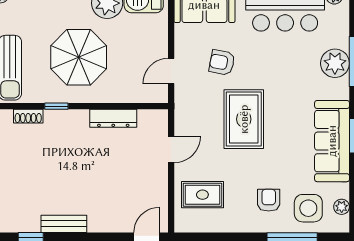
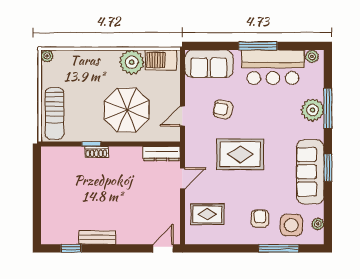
parasol: (79, 57) -> (127, 110), moved
shoe rack: (28, 116) -> (96, 152), moved
dresser: (113, 118) -> (161, 154), moved
rug: (244, 119) -> (240, 154), turned 90

